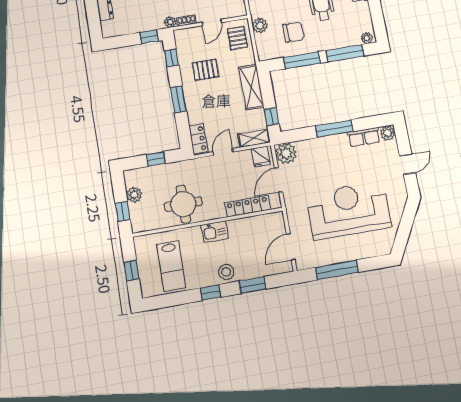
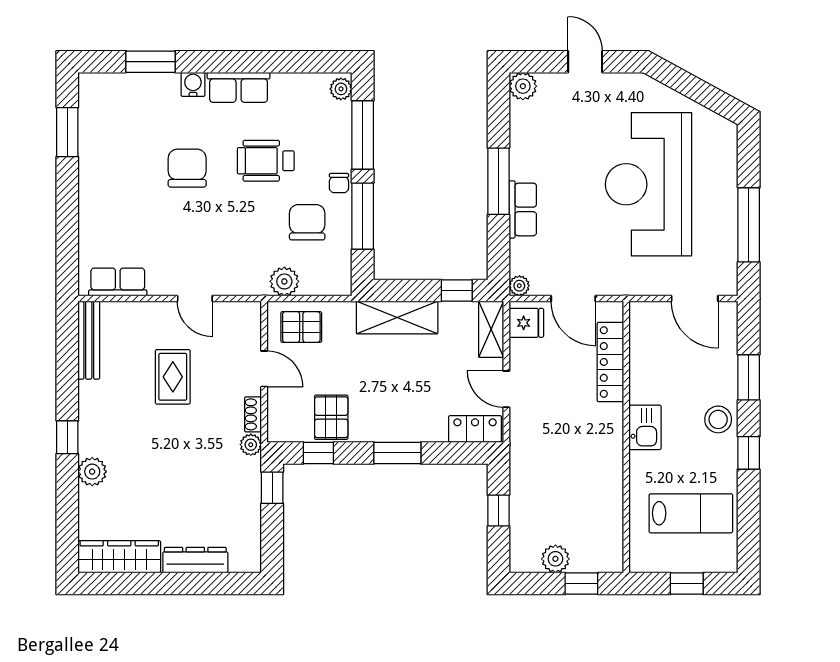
chair: (317, 45) -> (339, 183), added
pallet: (206, 70) -> (331, 417), moved
row of seats: (364, 137) -> (523, 209), moved
plant: (286, 153) -> (519, 286), width x0.53, depth x0.53
round table: (183, 204) -> (587, 475), removed

